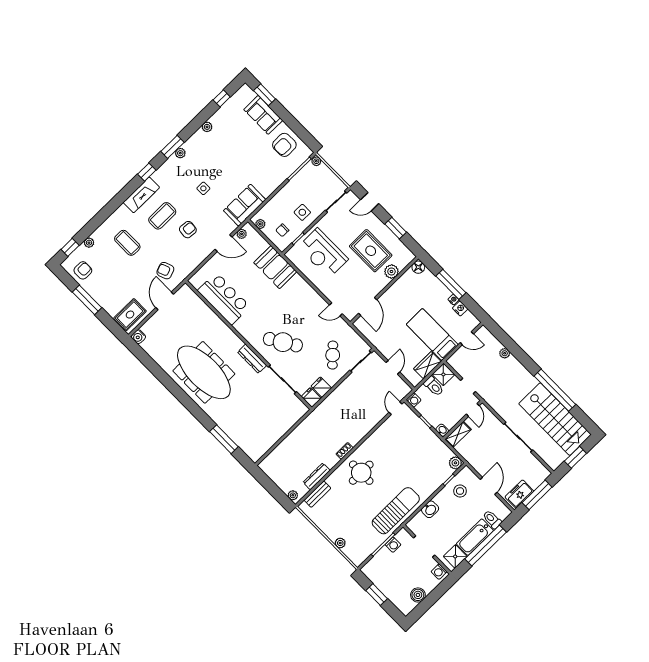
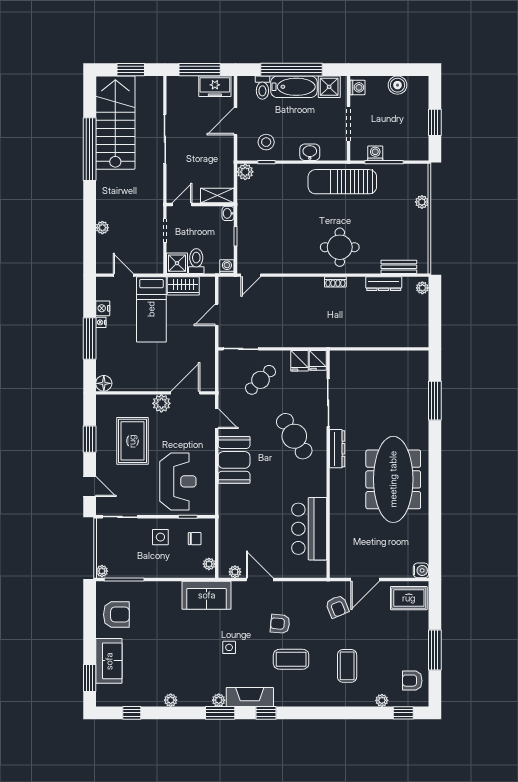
fireplace: (141, 195) -> (250, 697), moved
booth: (275, 267) -> (234, 460), moved
plant: (391, 271) -> (161, 403), moved

